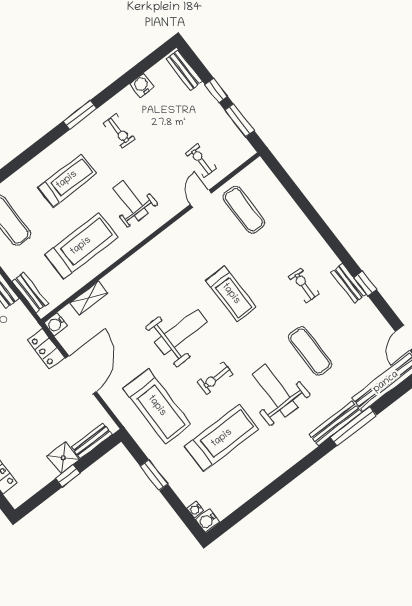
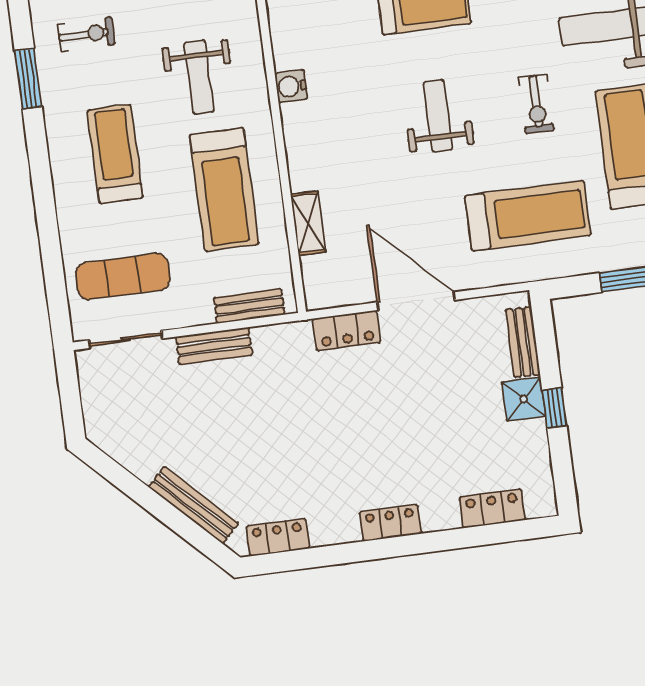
weight bench: (131, 200) -> (199, 77), turned -90
treadmill: (81, 246) -> (224, 190), turned 180
water cooler: (56, 324) -> (291, 86), moved, turned 90
weight bench: (181, 332) -> (438, 116), width x0.73, depth x0.75

